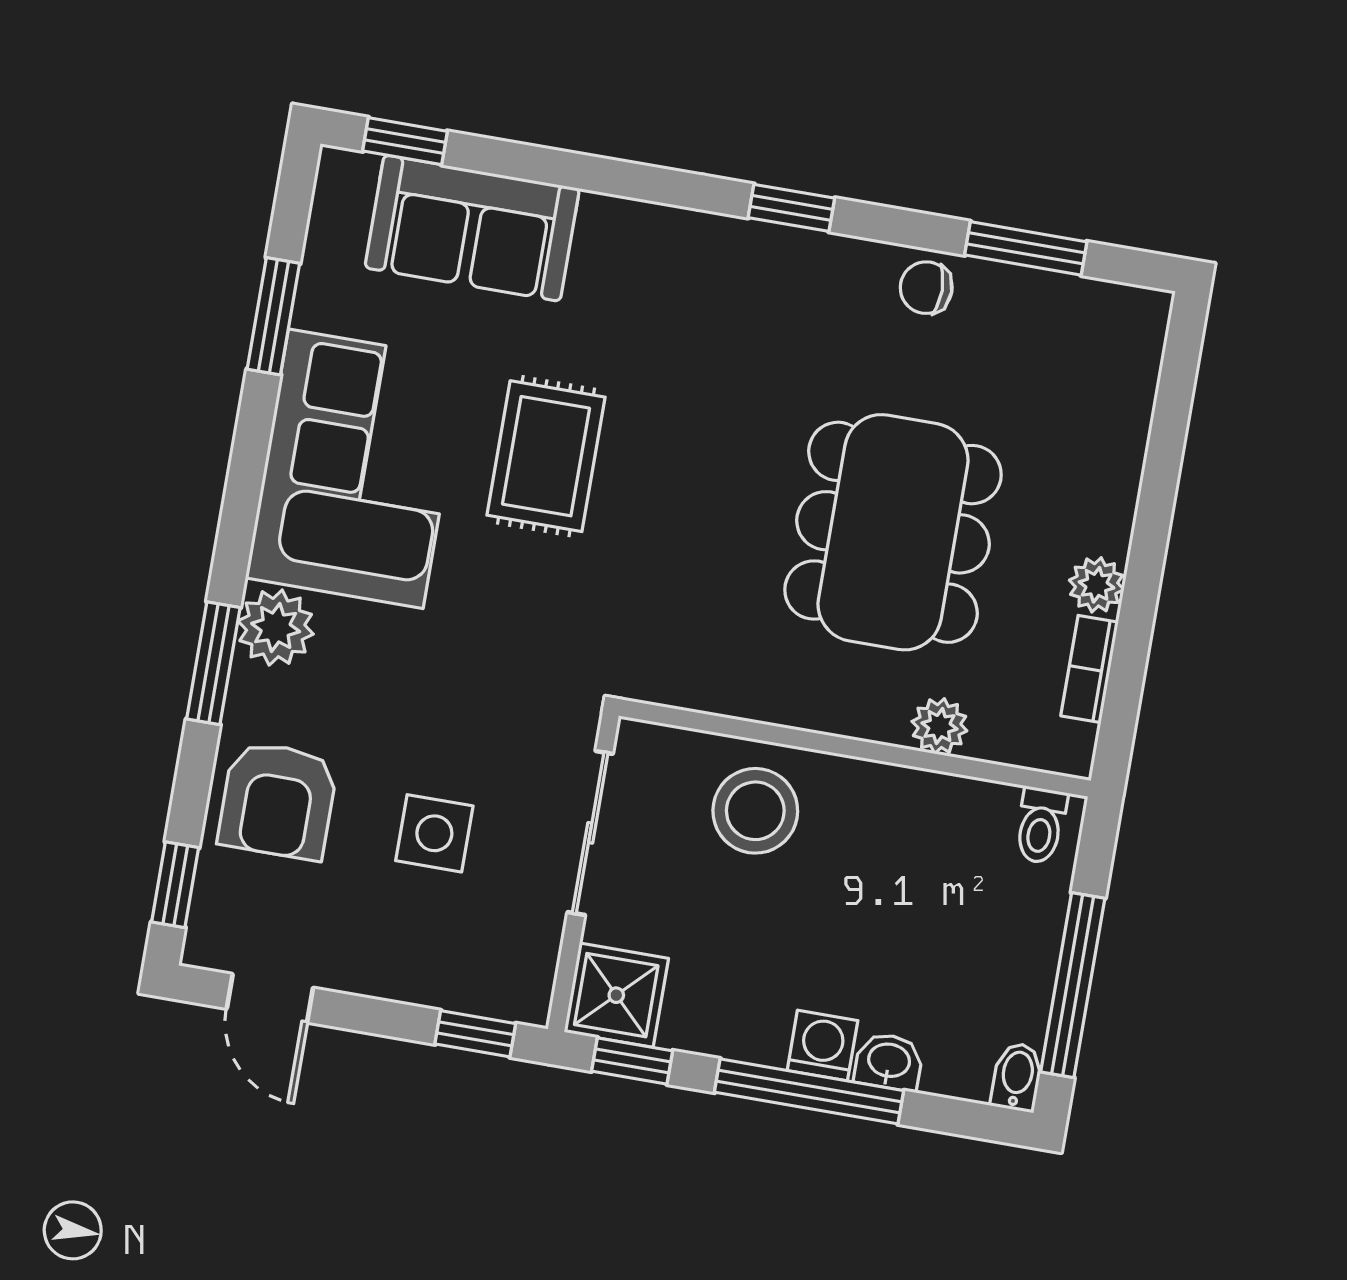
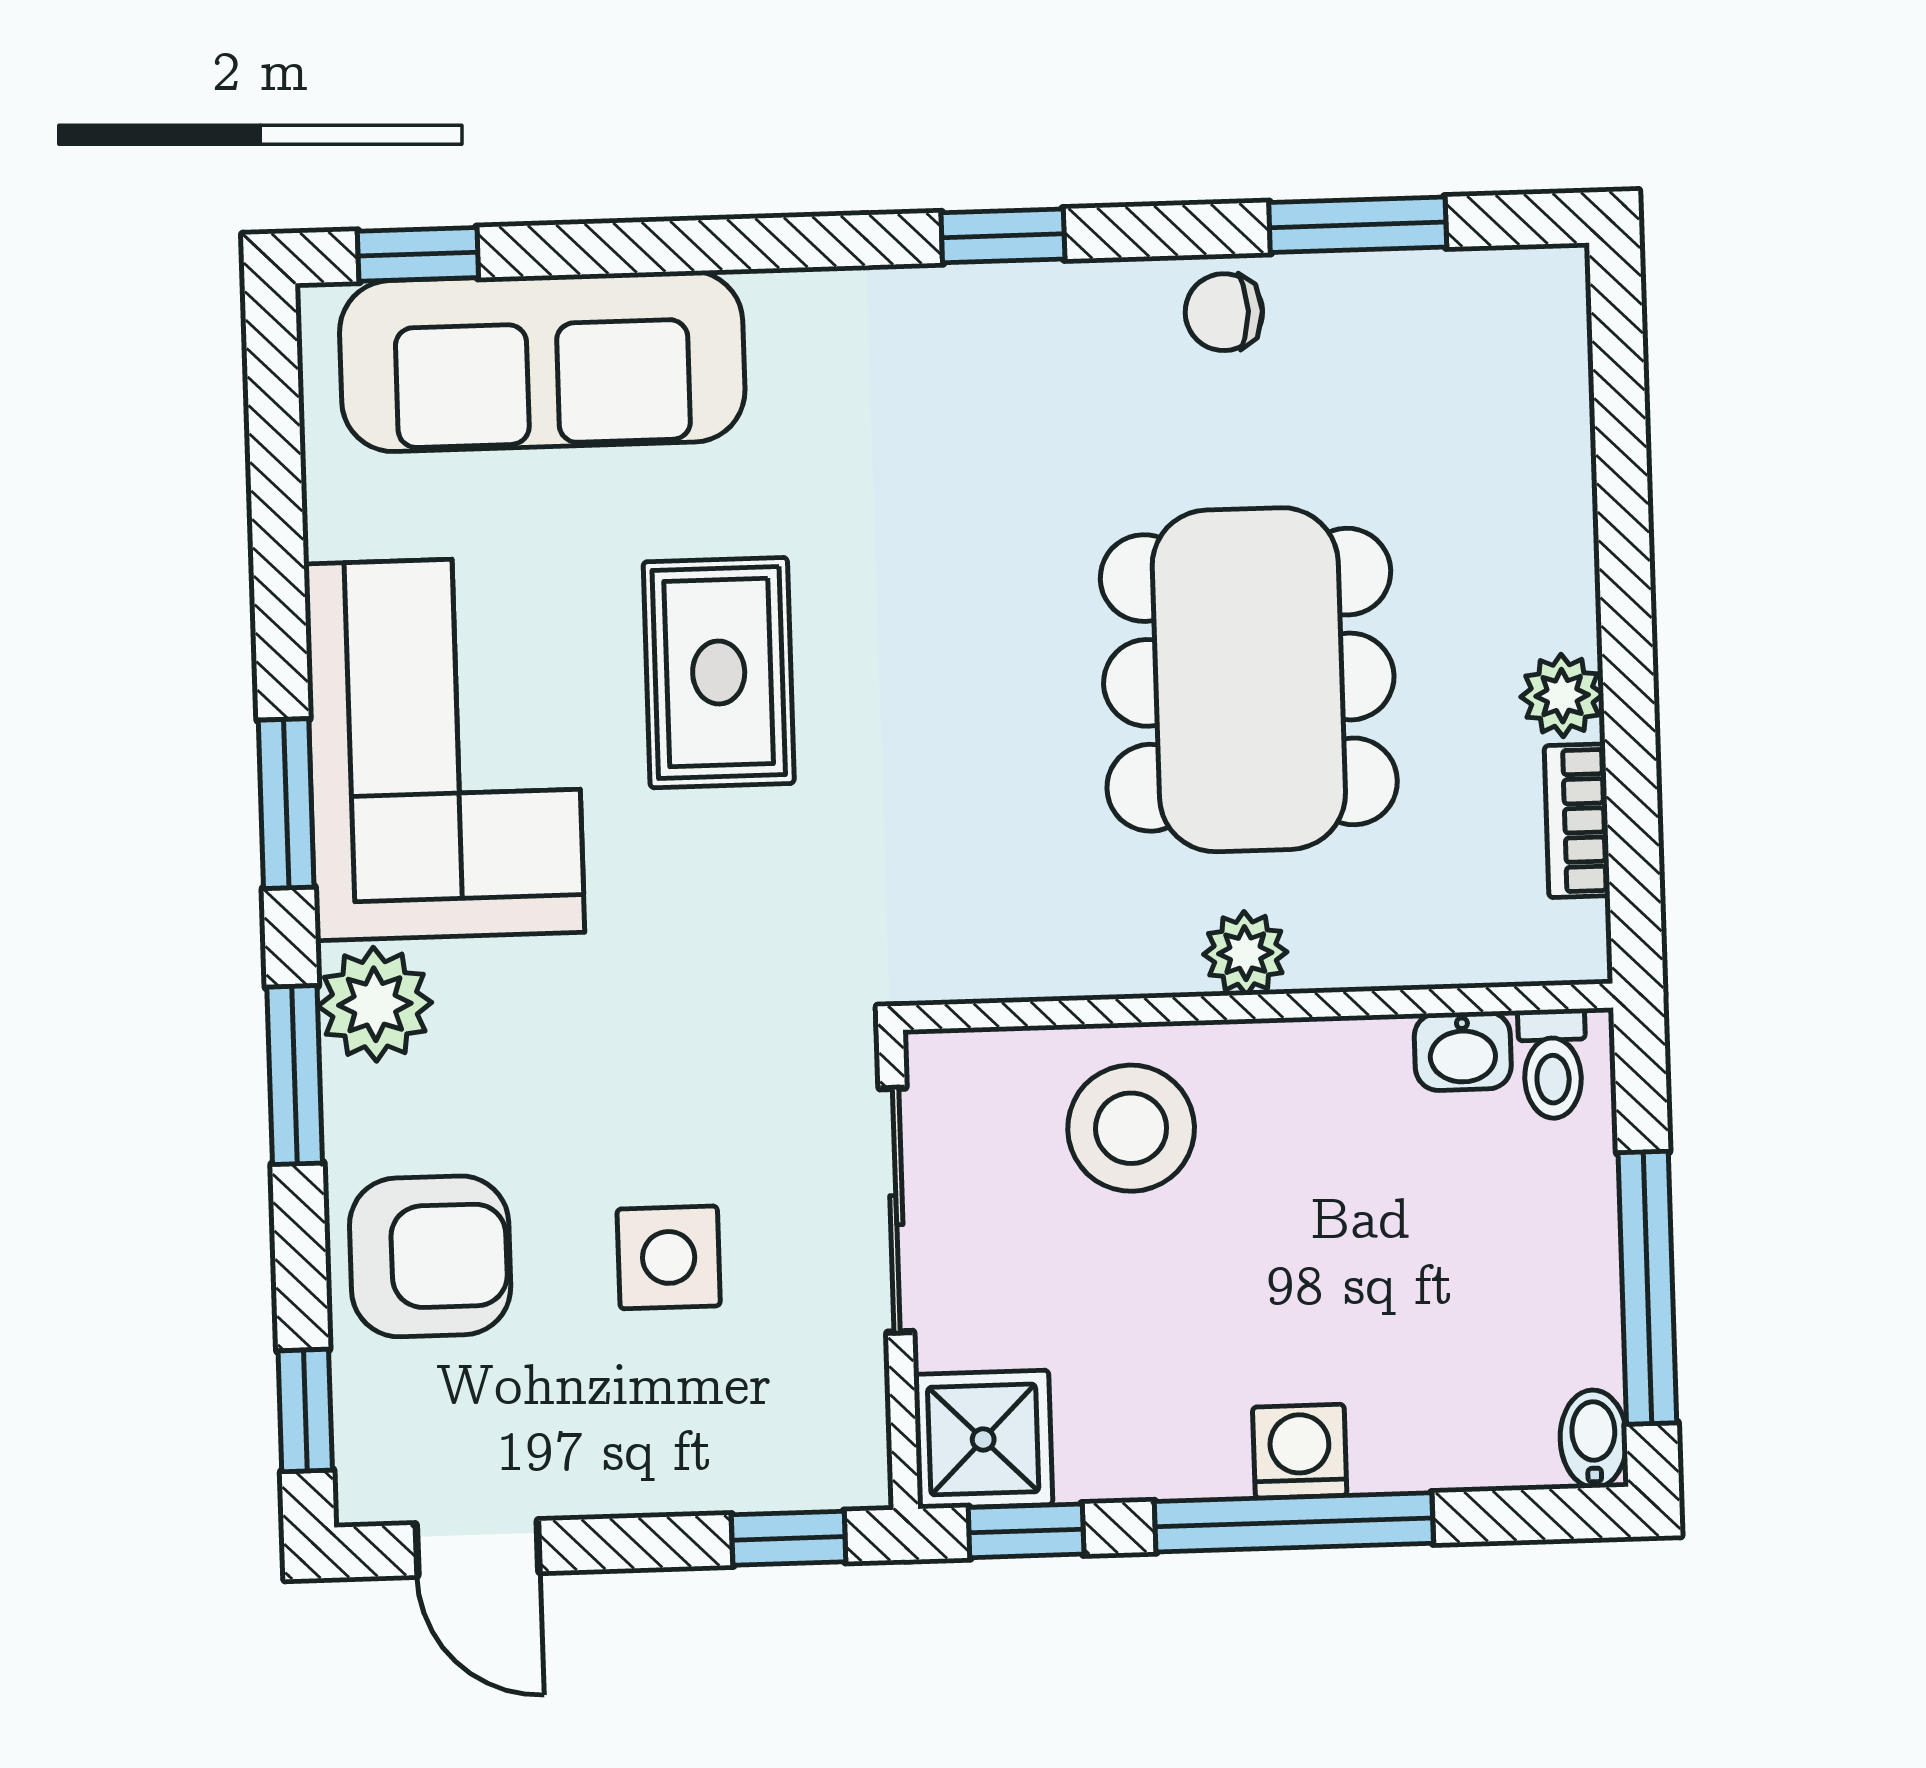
sofa: (472, 228) -> (542, 361), width x1.36
window: (273, 316) -> (286, 804), moved
plant: (939, 726) -> (1245, 953), moved
armchair: (278, 800) -> (430, 1256), turned -90
washbasin: (889, 1062) -> (1463, 1051), moved, turned 180

